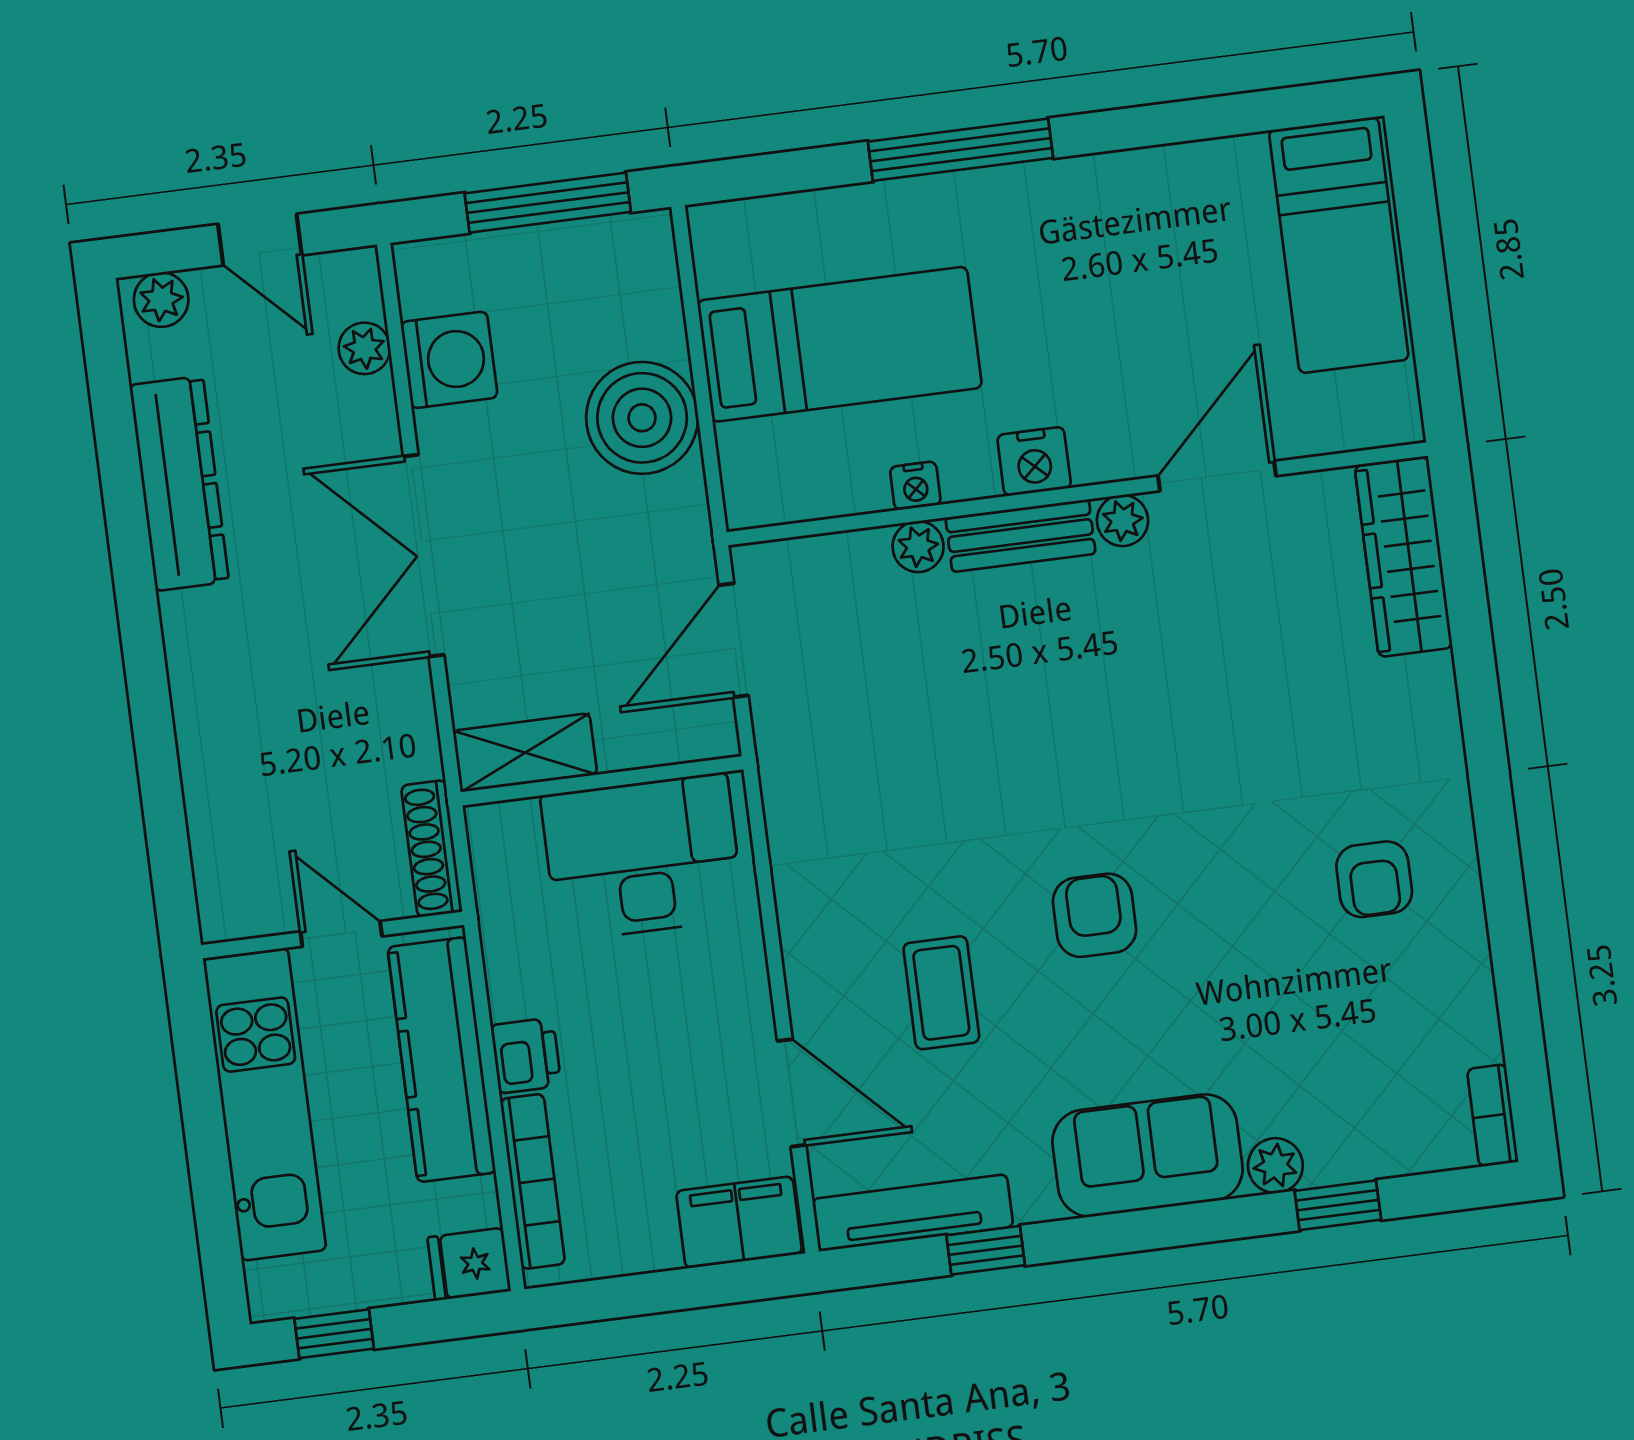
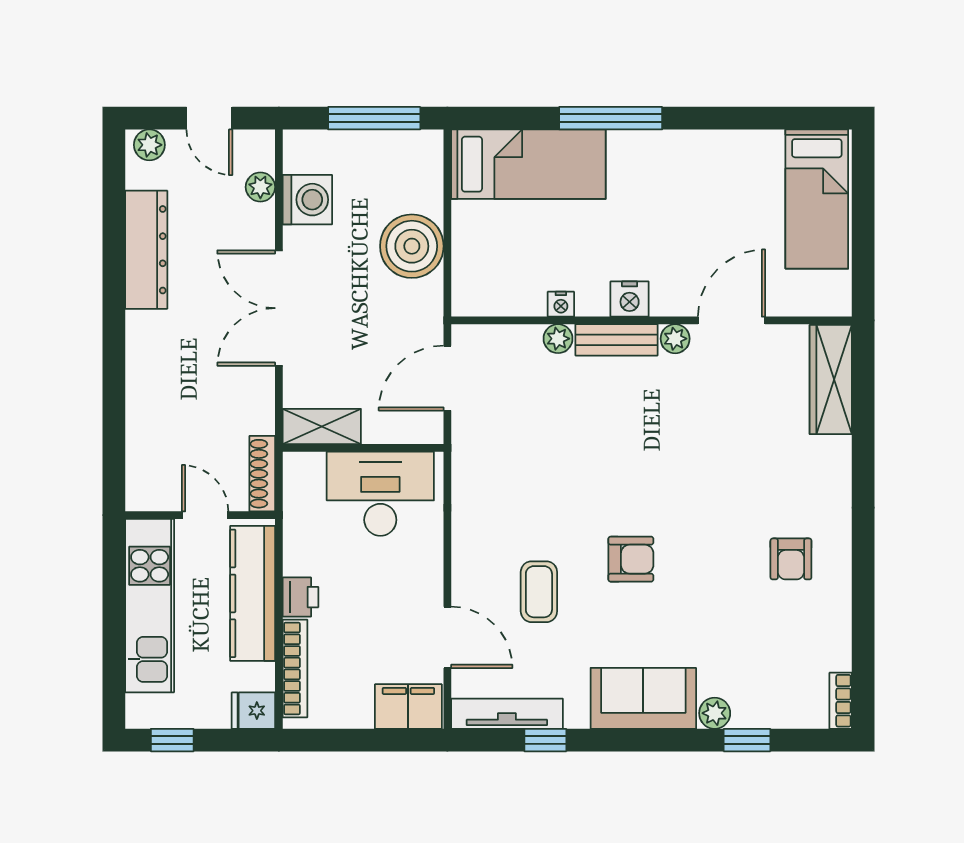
bed: (840, 344) -> (528, 164), moved
armchair: (1095, 915) -> (631, 559), turned 90

